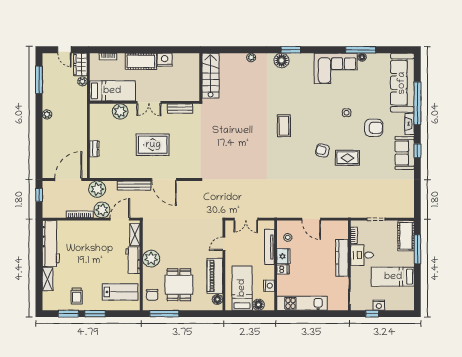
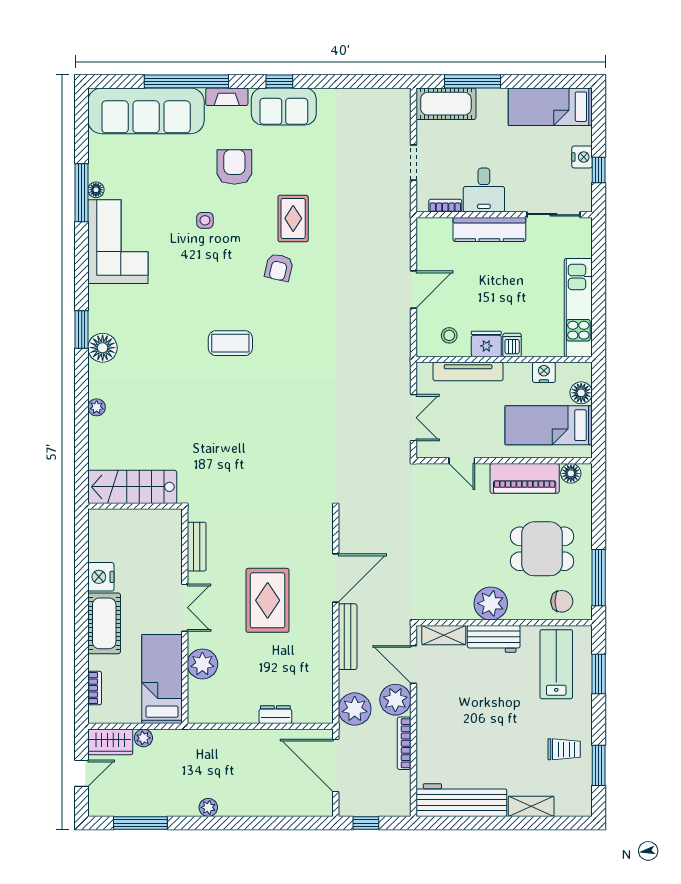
bed: (393, 277) -> (550, 107), moved, turned 90
window: (95, 314) -> (599, 674), moved

